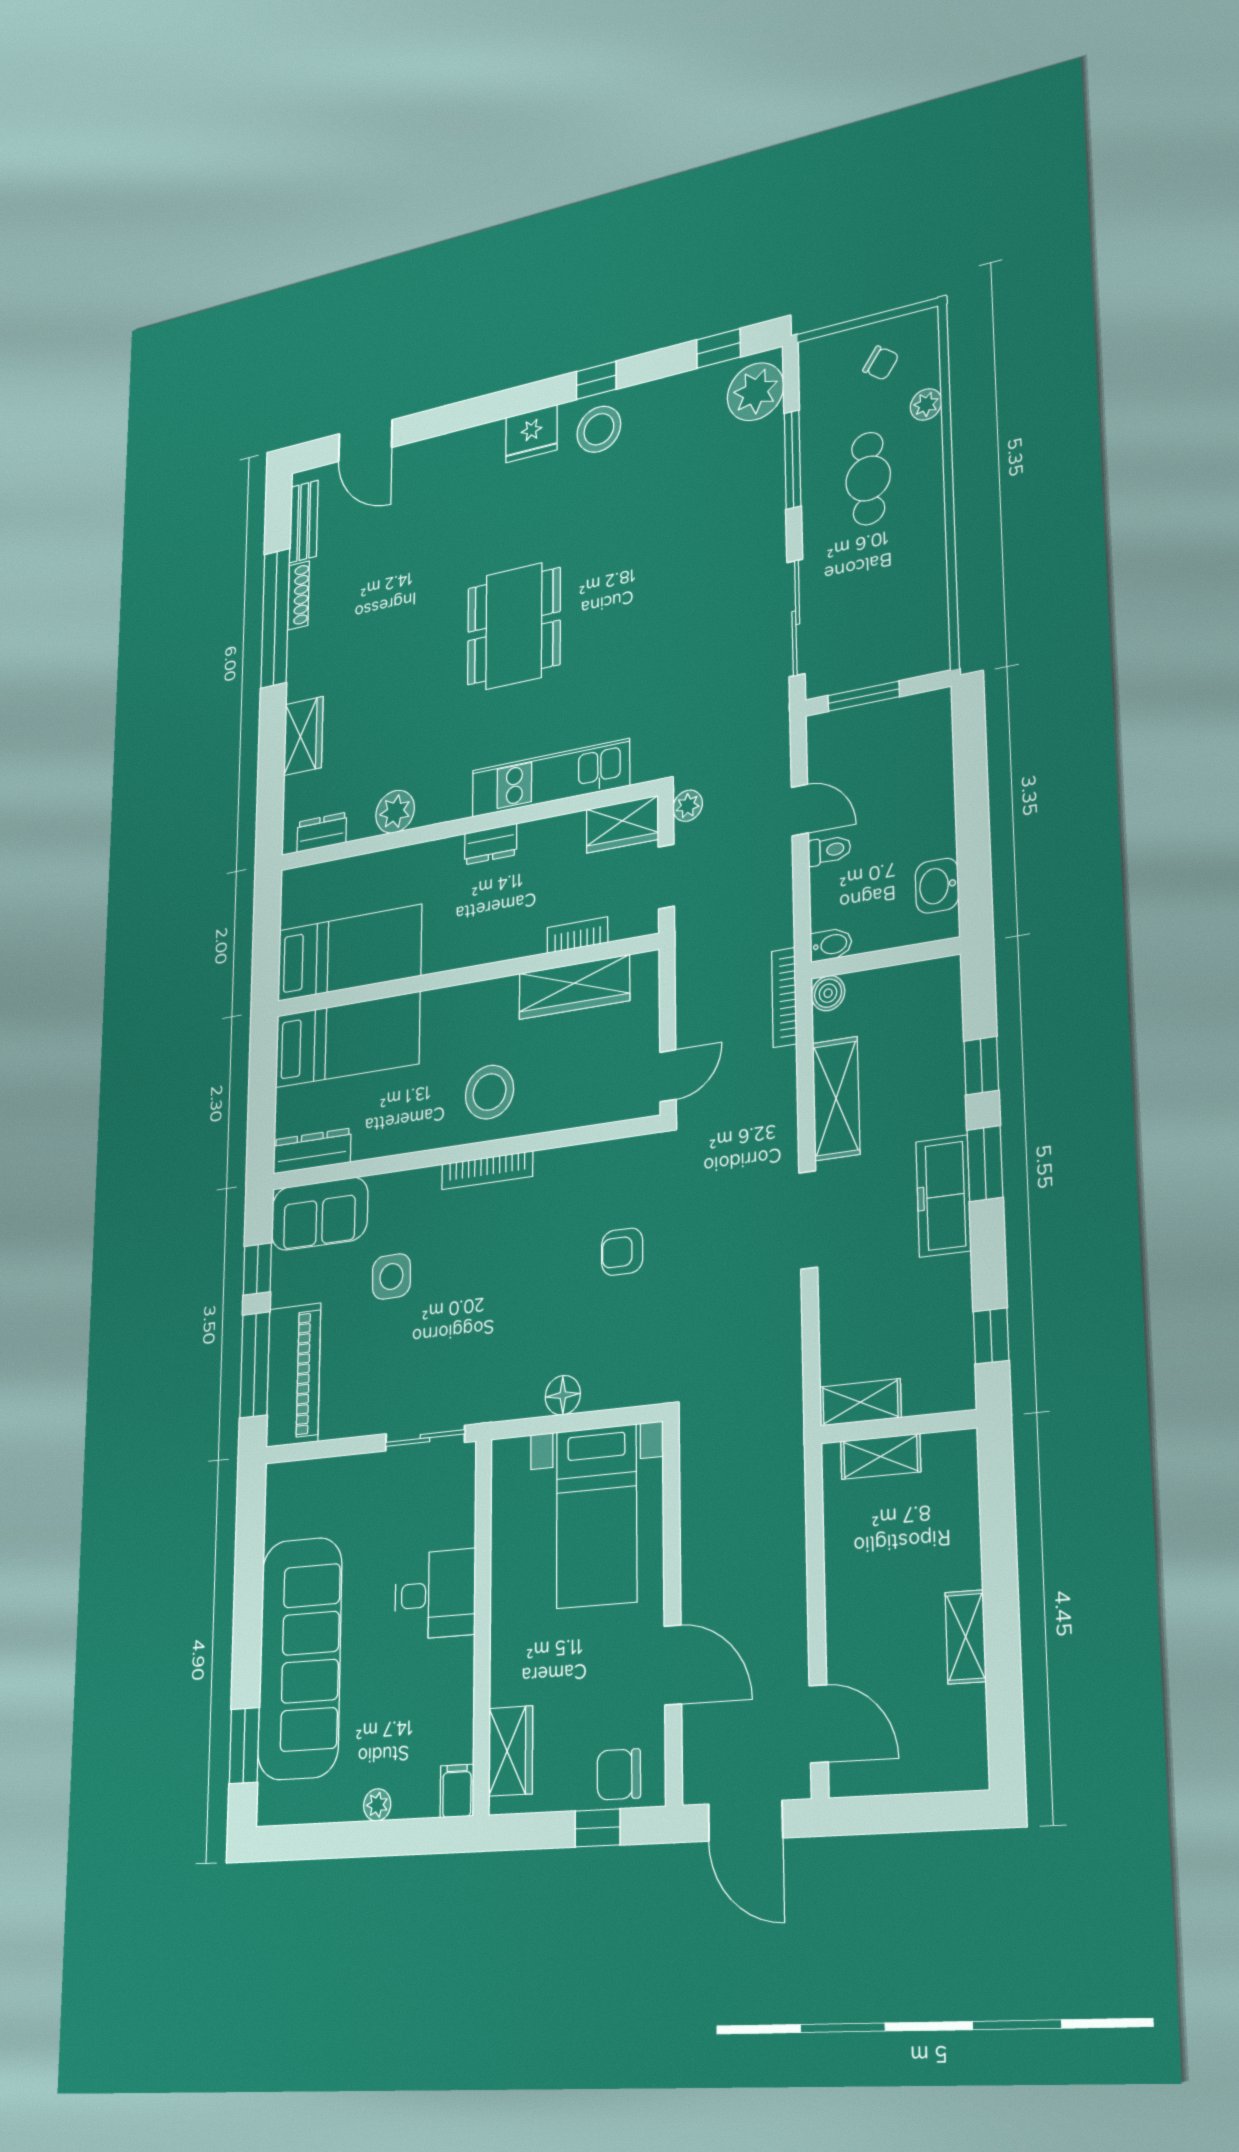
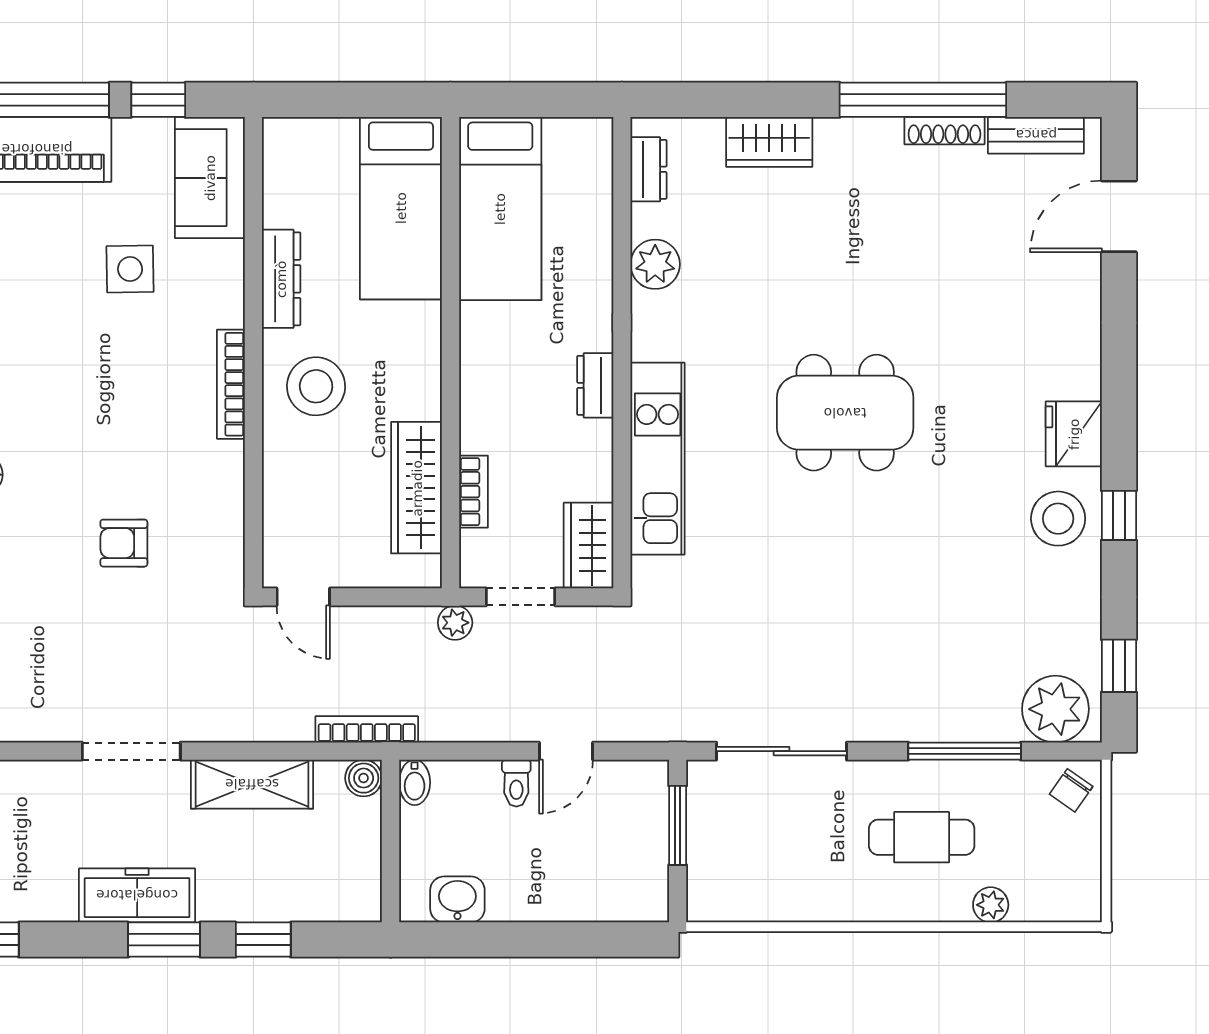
chair: (881, 363) -> (1071, 790), moved
plant: (688, 806) -> (455, 623), moved
dresser: (312, 1151) -> (281, 279), moved
armchair: (622, 1252) -> (124, 543), turned -90

